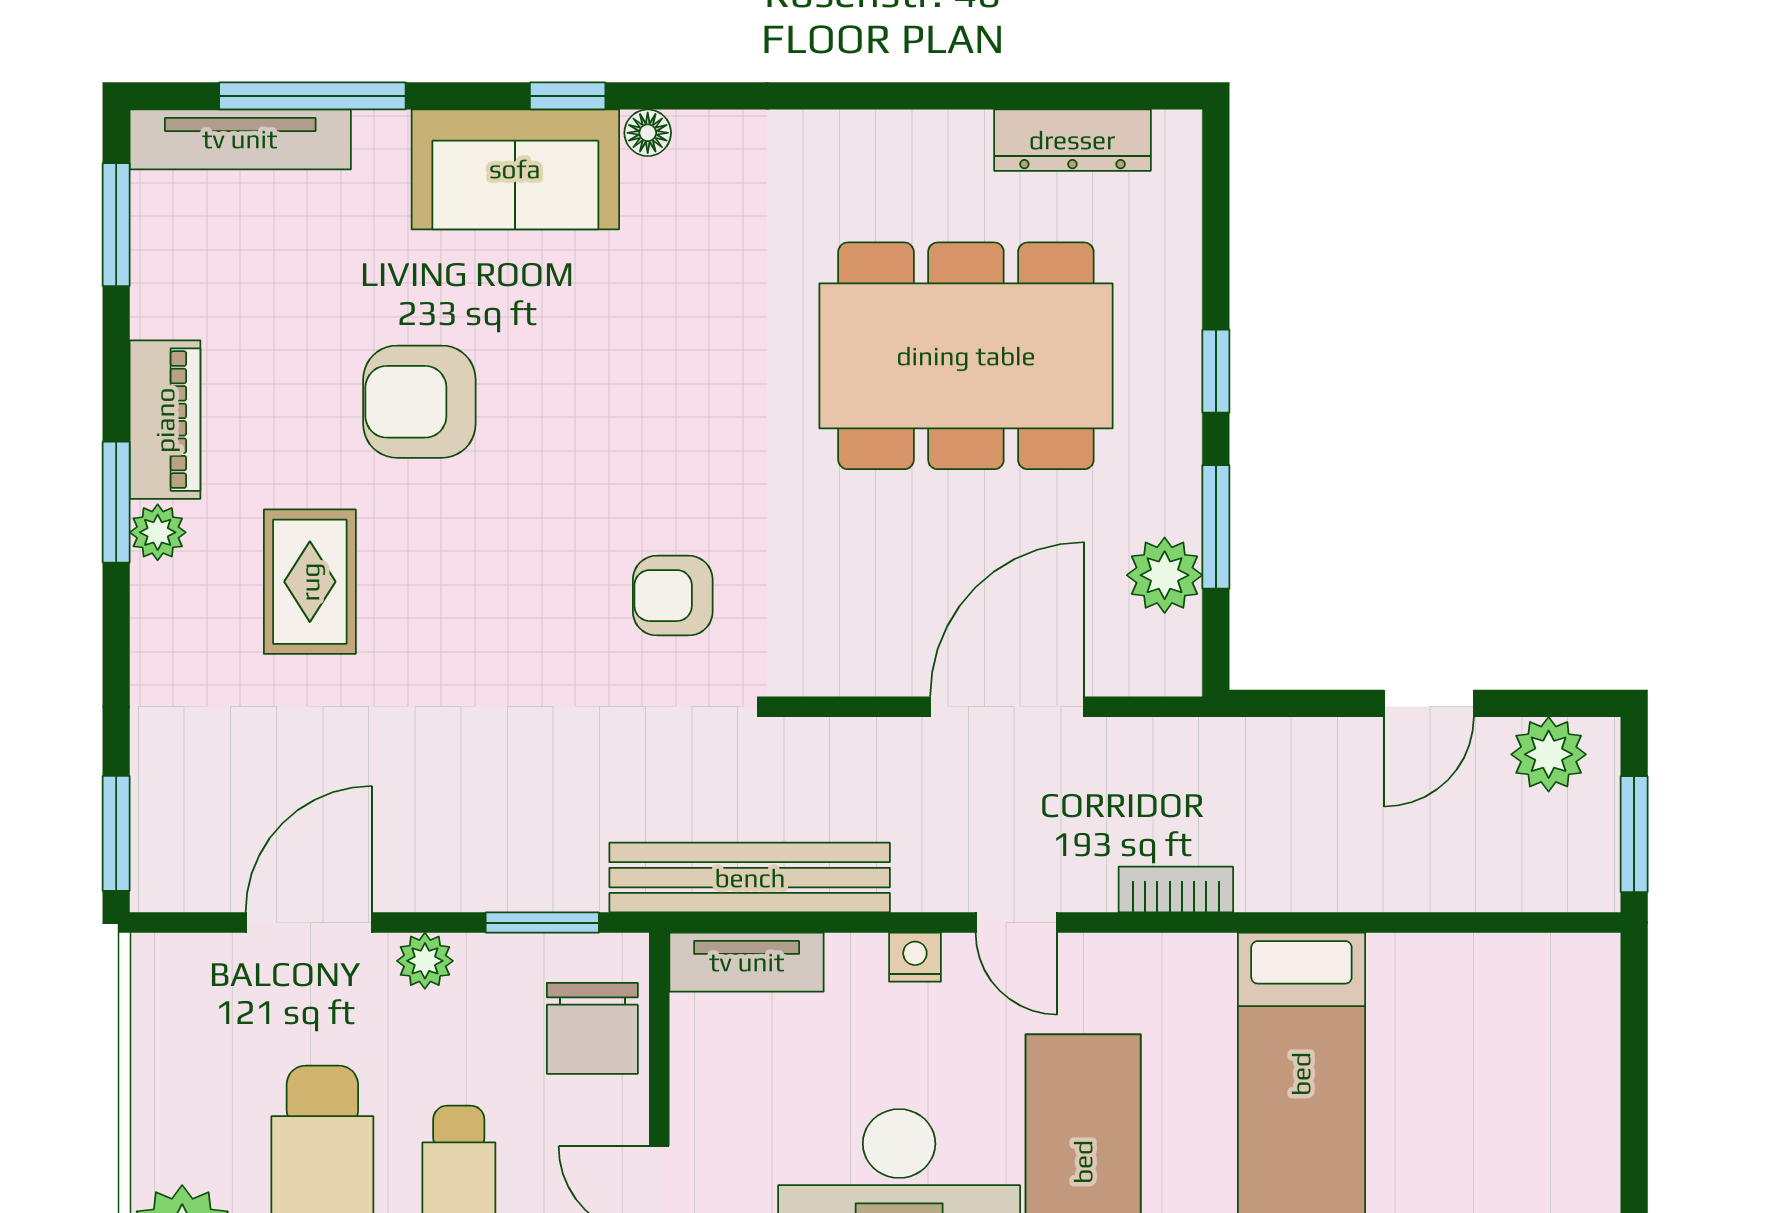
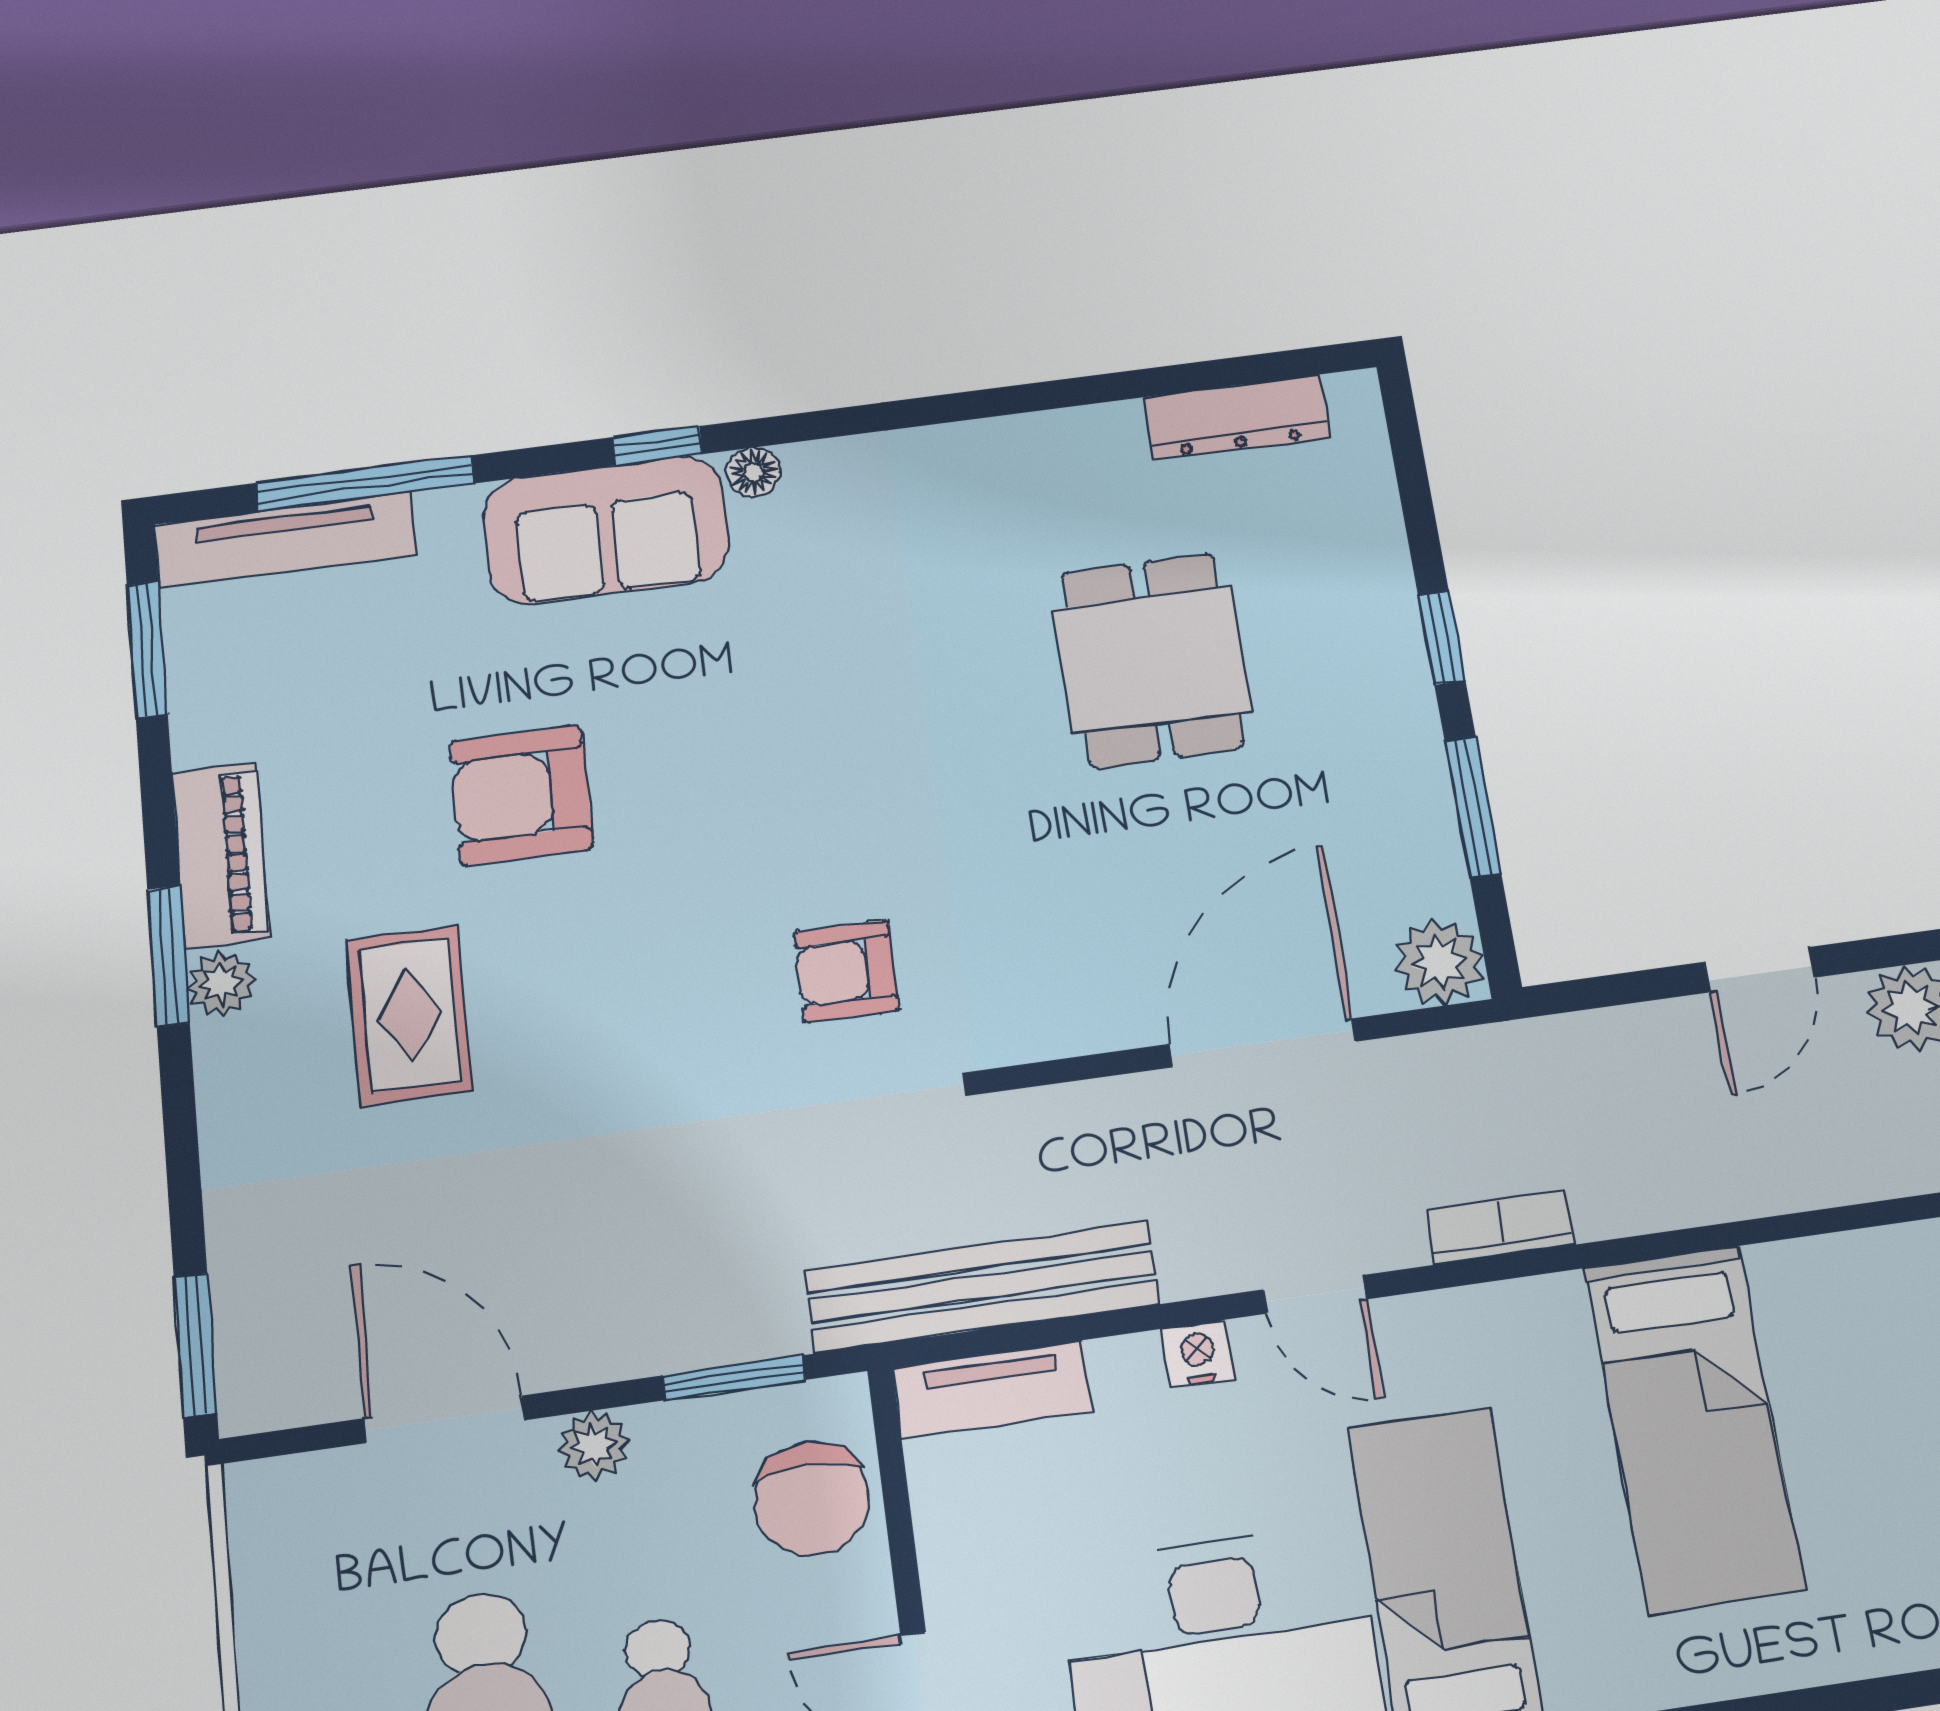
dining table: (966, 356) -> (1152, 660), width x0.53, depth x0.80
plant: (1165, 575) -> (1439, 962), moved
door: (309, 923) -> (444, 1419), hinge flipped

